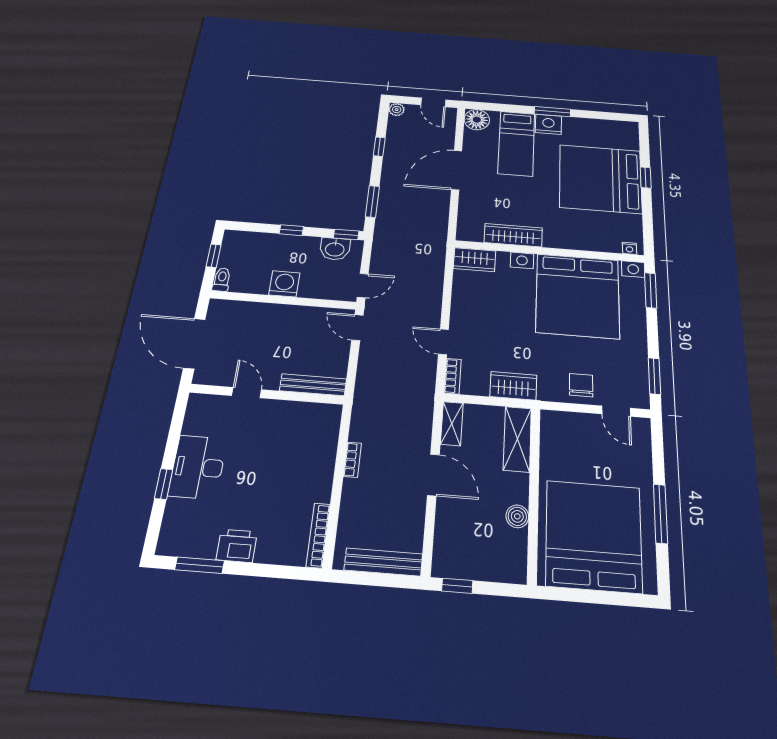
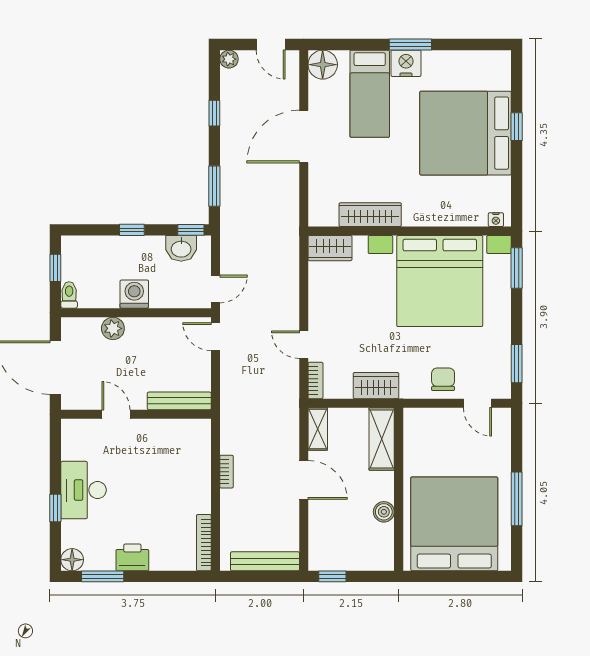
plant: (258, 312) -> (113, 328), added
floor lamp: (170, 543) -> (72, 560), added

